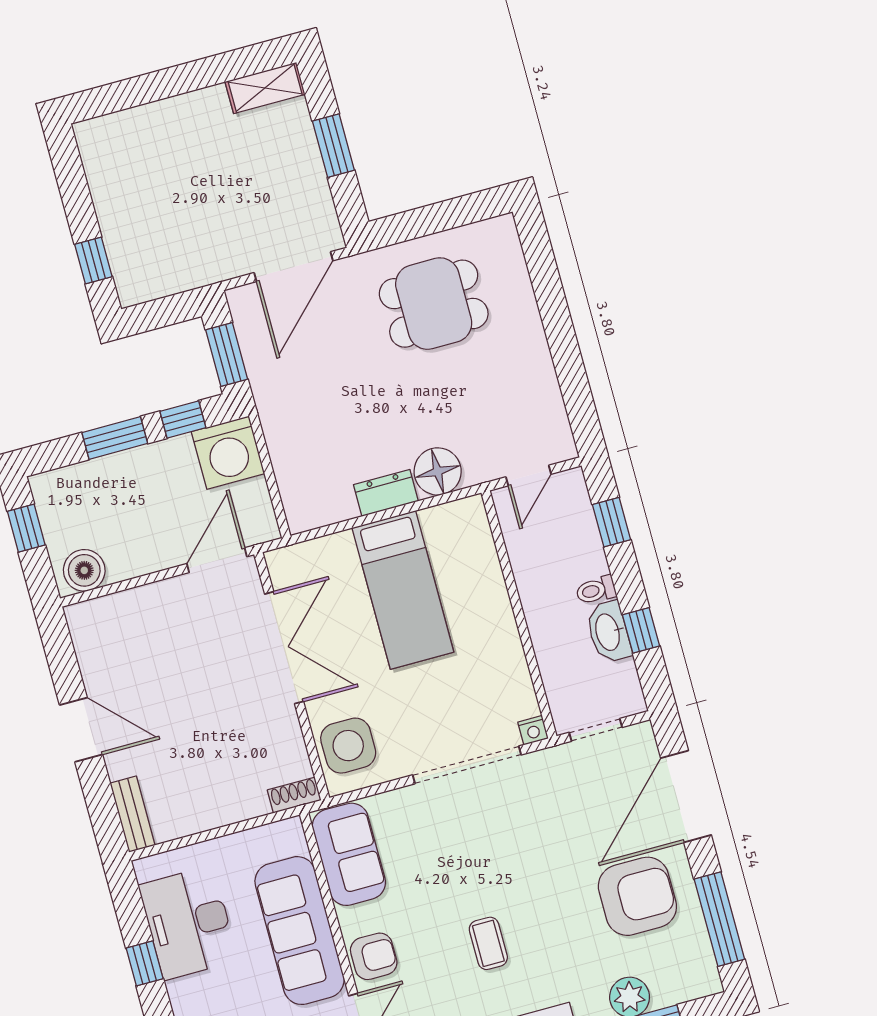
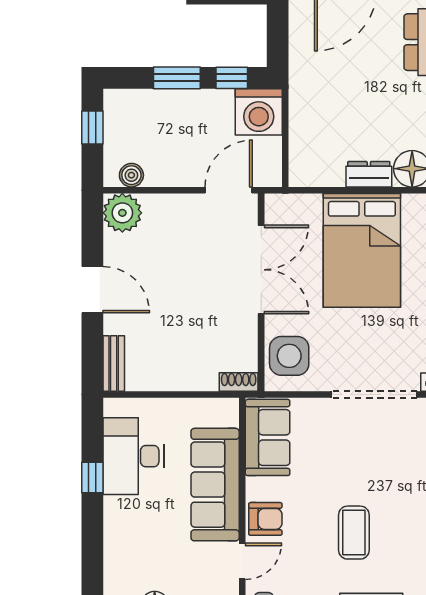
window: (227, 354) -> (278, 38), removed
boiler: (84, 570) -> (131, 175), width x0.73, depth x0.73
bed: (403, 590) -> (362, 250), width x1.50
plant: (93, 624) -> (122, 213), added
coffee table: (488, 943) -> (354, 533), width x1.36, depth x1.30

